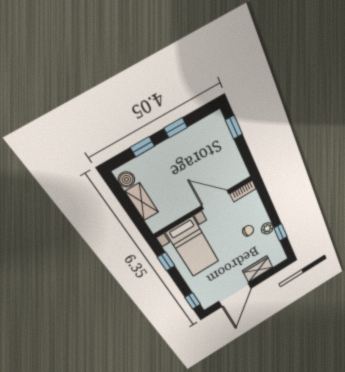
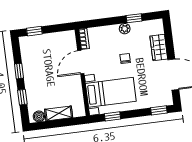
chair: (248, 231) -> (125, 58), moved

